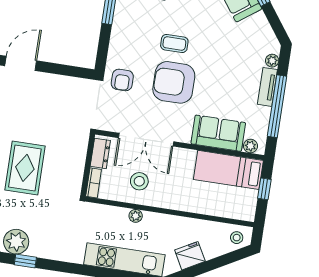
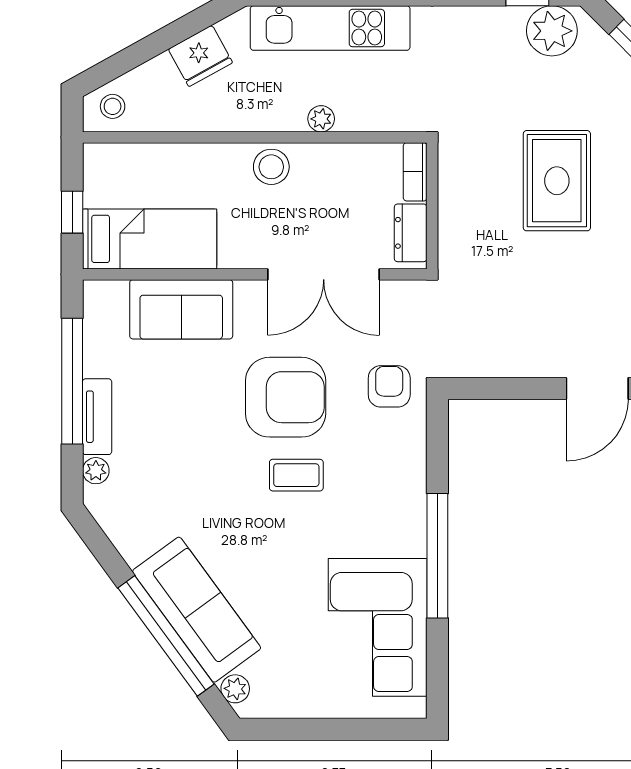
double door: (146, 140) -> (324, 274), swing flipped
plant: (250, 146) -> (113, 294), removed
stool: (139, 181) -> (271, 167), moved

